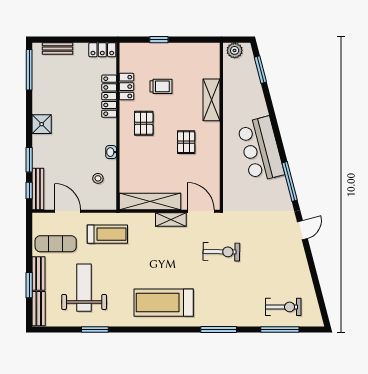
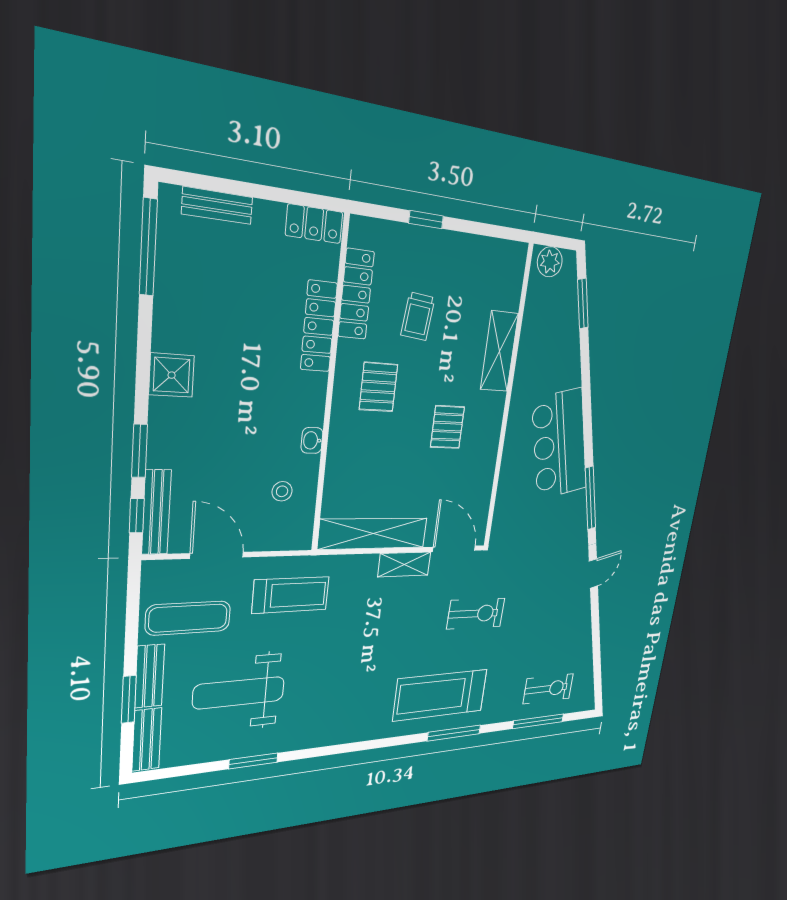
trolley: (161, 86) -> (418, 316), turned 96
locker: (126, 87) -> (356, 294), width x1.53
weight bench: (84, 288) -> (239, 693), turned -90
treadmill: (164, 303) -> (440, 695), moved

